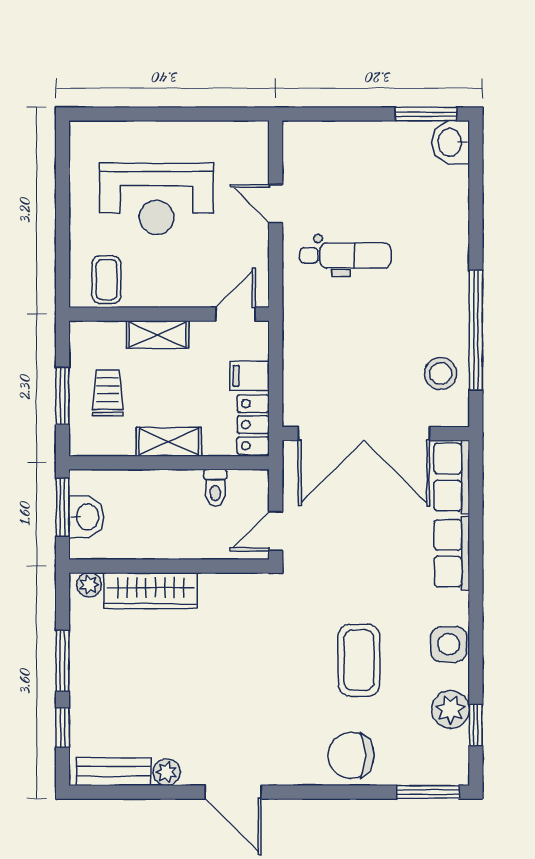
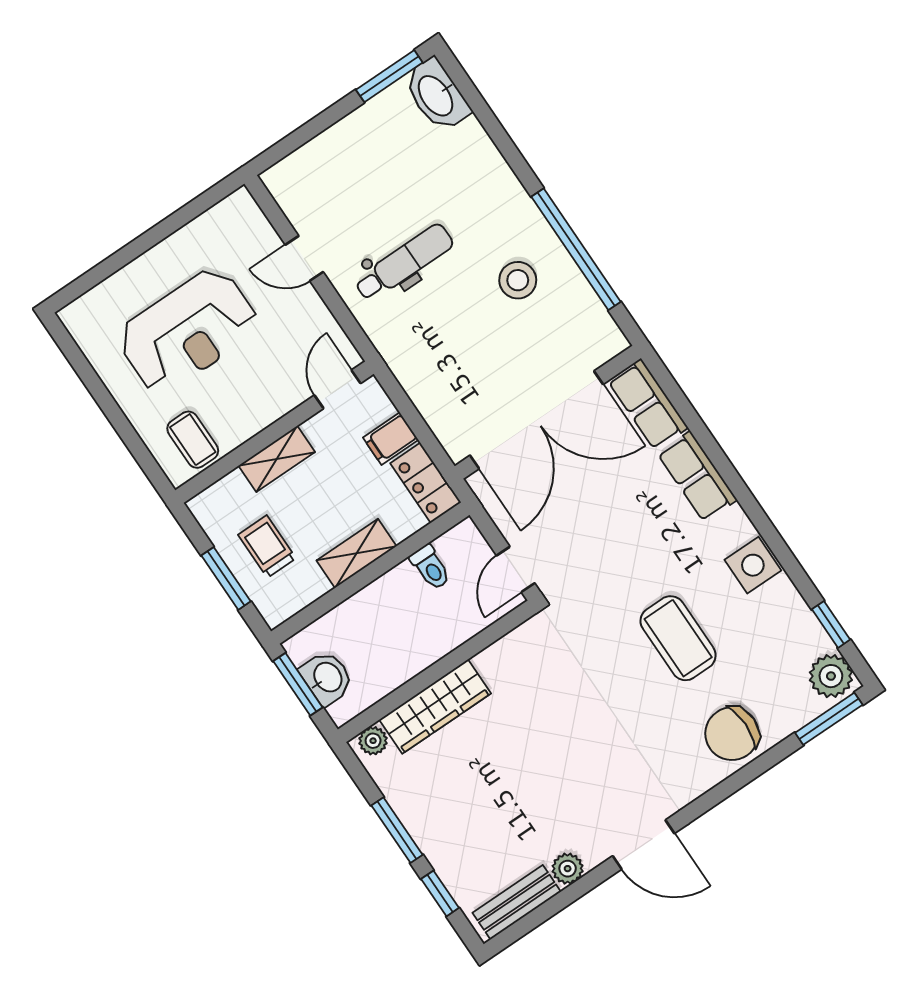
washbasin: (451, 142) -> (437, 95), width x1.38
stool: (441, 373) -> (518, 280), moved
plant: (451, 709) -> (831, 676), moved

